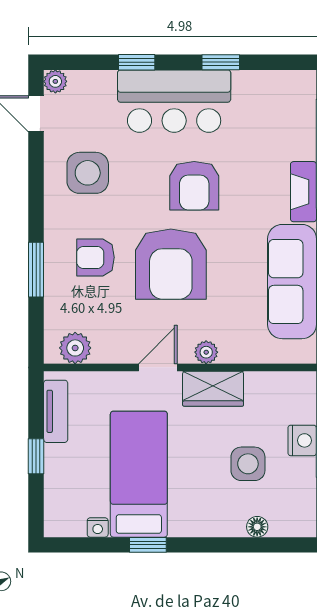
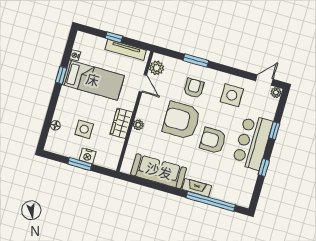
door: (158, 367) -> (143, 83), moved
tv unit: (56, 411) -> (126, 50), width x1.41

